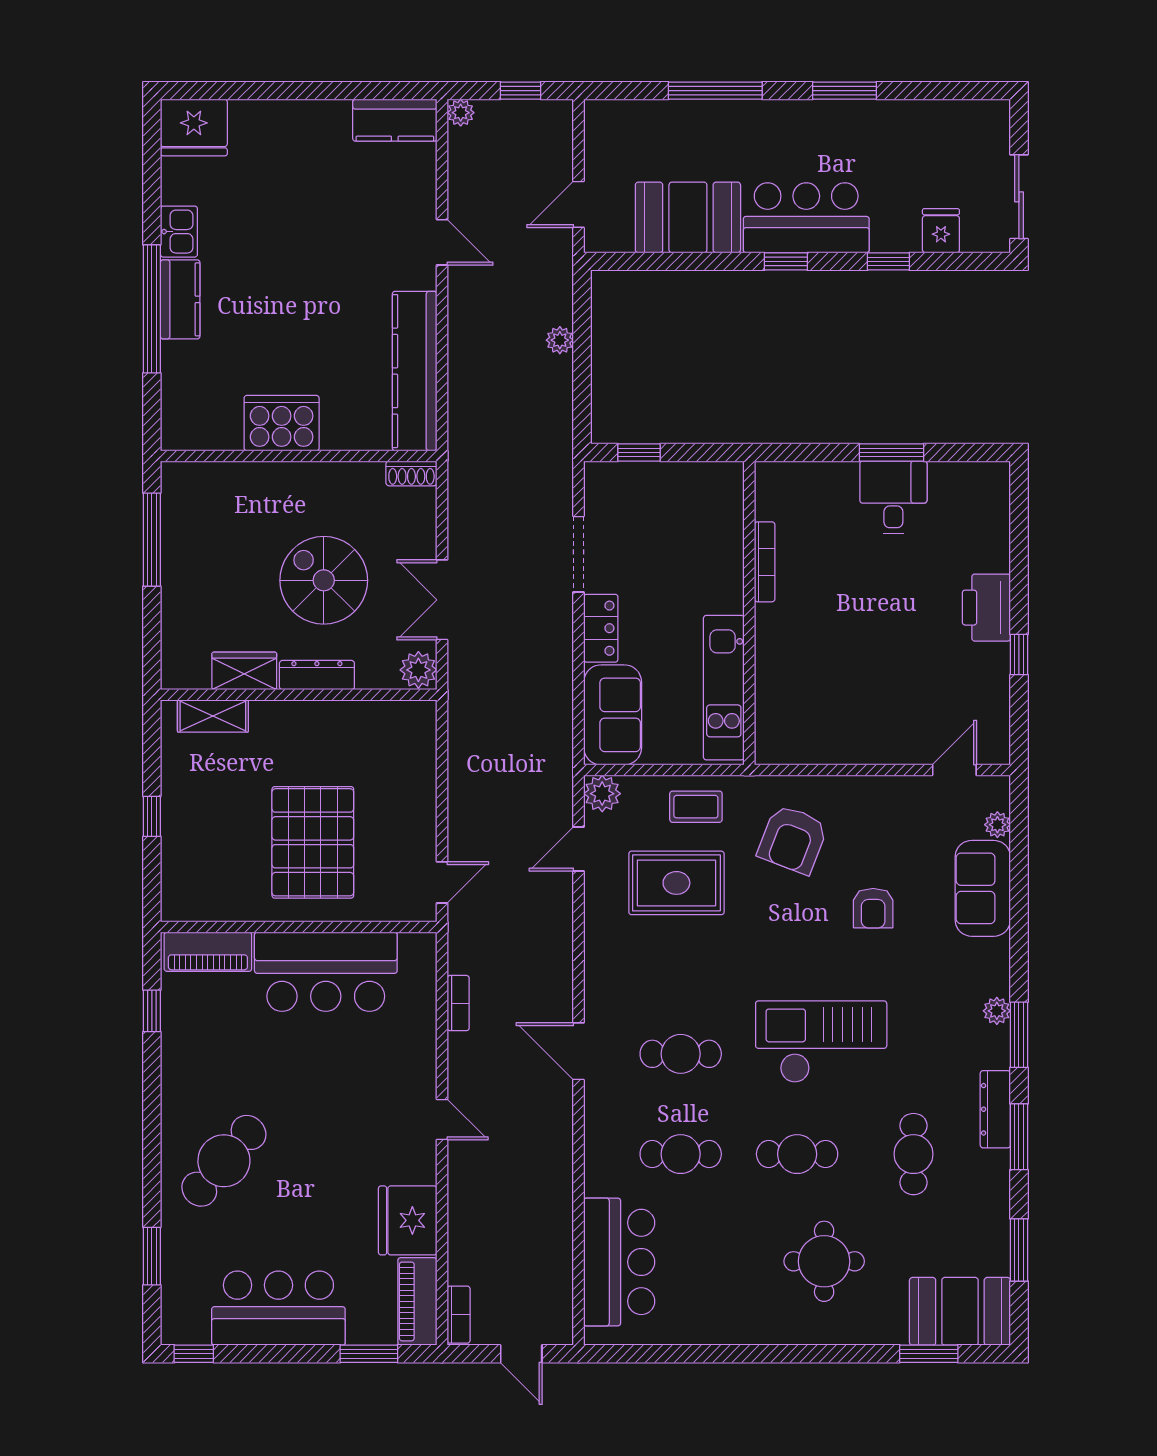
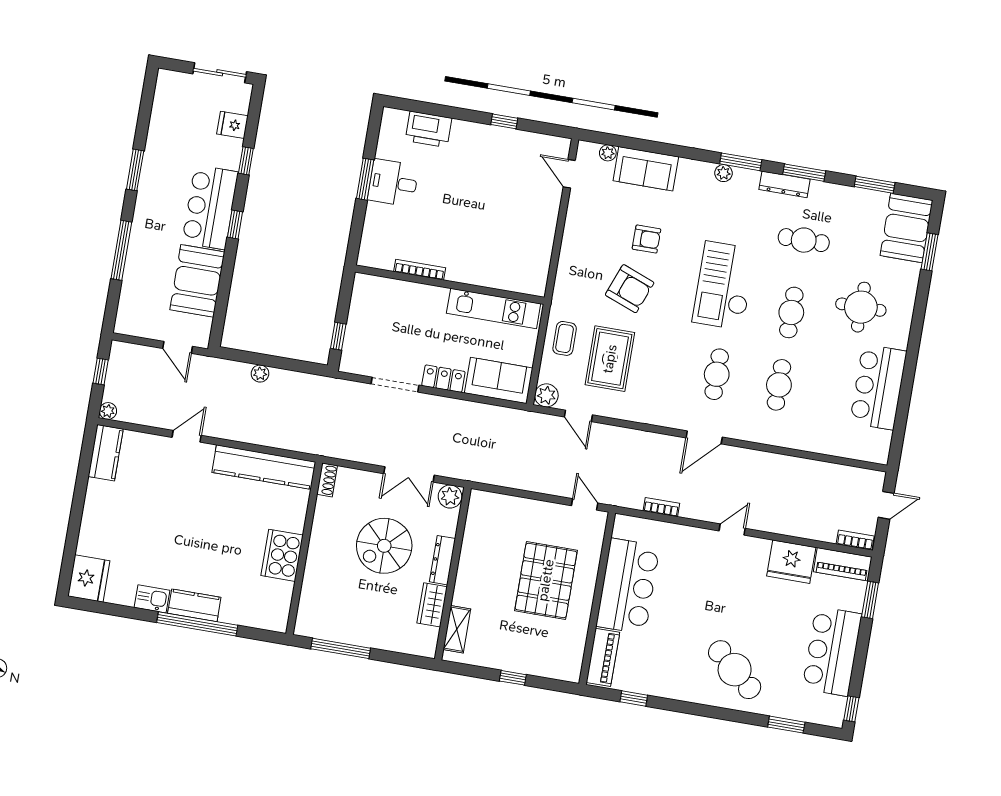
printer: (986, 608) -> (428, 129), moved
armchair: (793, 839) -> (630, 289), moved
pallet: (313, 842) -> (546, 580), turned 90
bar counter: (619, 1262) -> (878, 387), moved, turned -90

